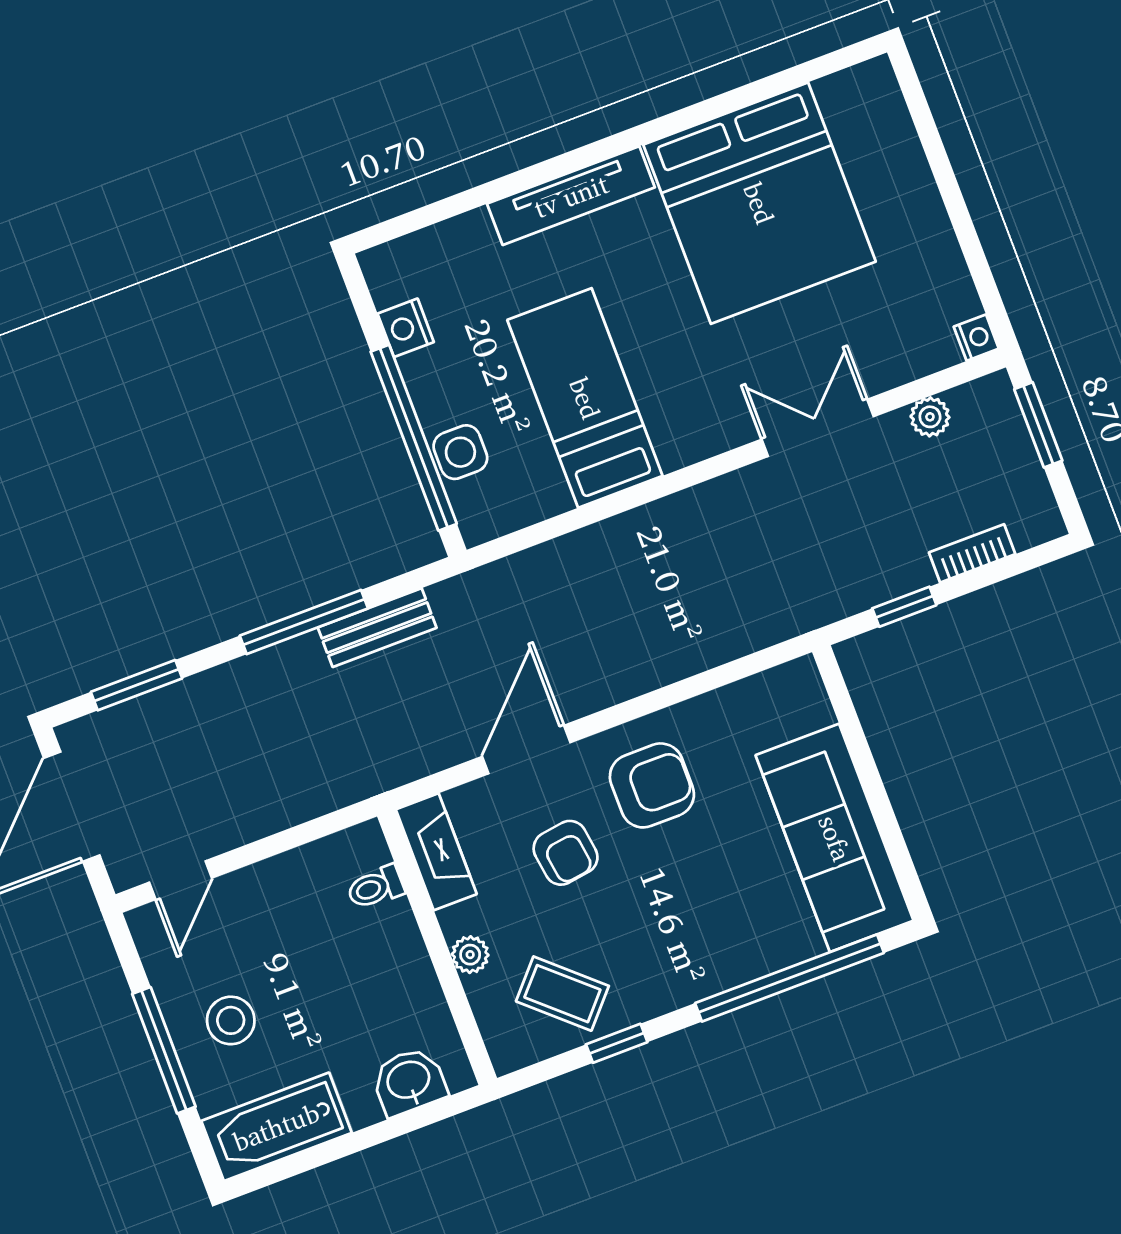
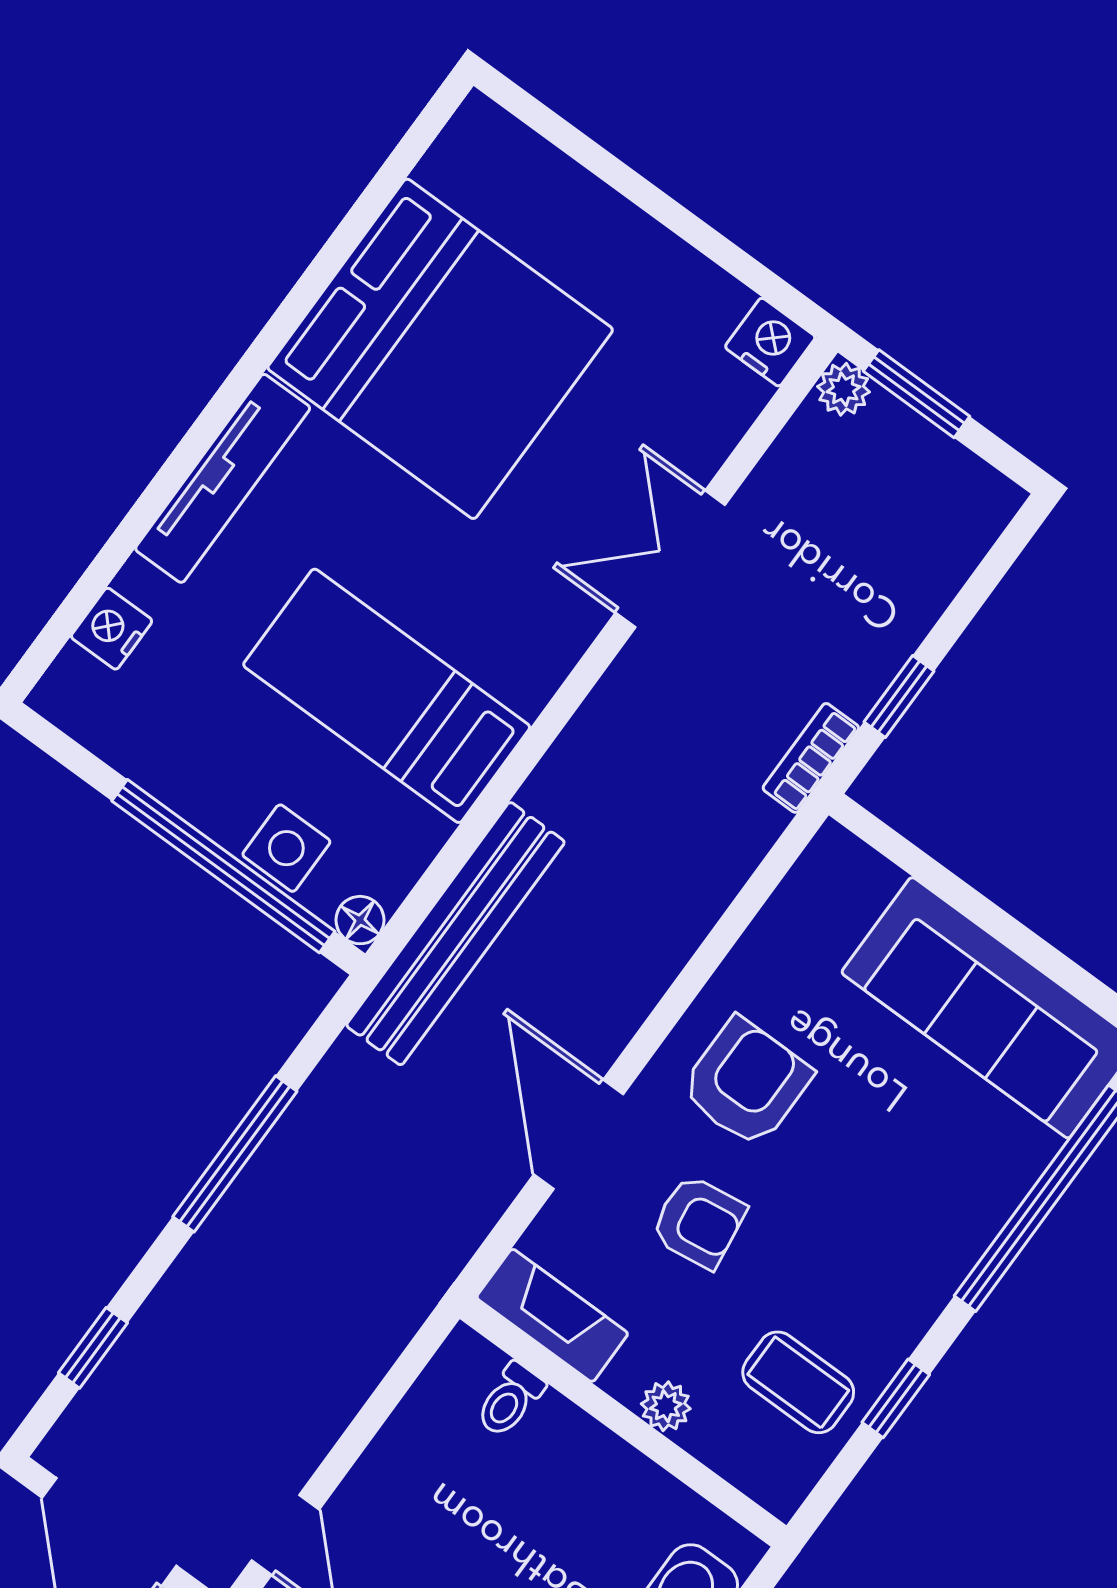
nightstand: (406, 328) -> (112, 629), moved, turned 90
nightstand: (976, 338) -> (770, 342), width x1.39, depth x1.35
plant: (930, 417) -> (844, 389), moved
floor lamp: (477, 527) -> (360, 920), added
bookcase: (972, 553) -> (811, 758), moved
bench: (377, 628) -> (455, 934), moved, width x1.86, depth x1.21
window: (136, 685) -> (93, 1348), width x0.67
coffee table: (562, 994) -> (798, 1382), turned 48

